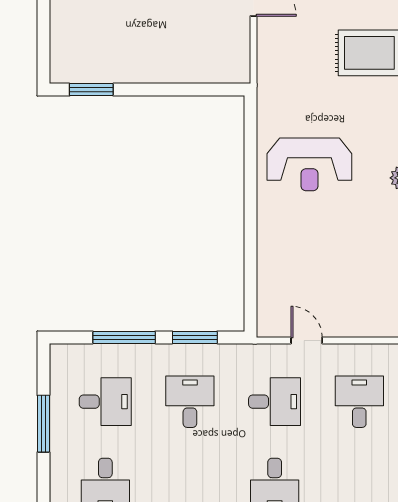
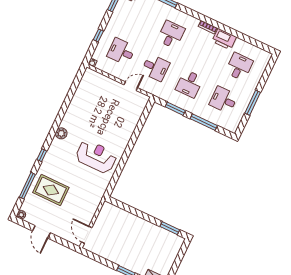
door: (307, 341) -> (131, 86), swing flipped
desk: (275, 402) -> (155, 68), turned 180
desk: (359, 402) -> (121, 52), turned 90

